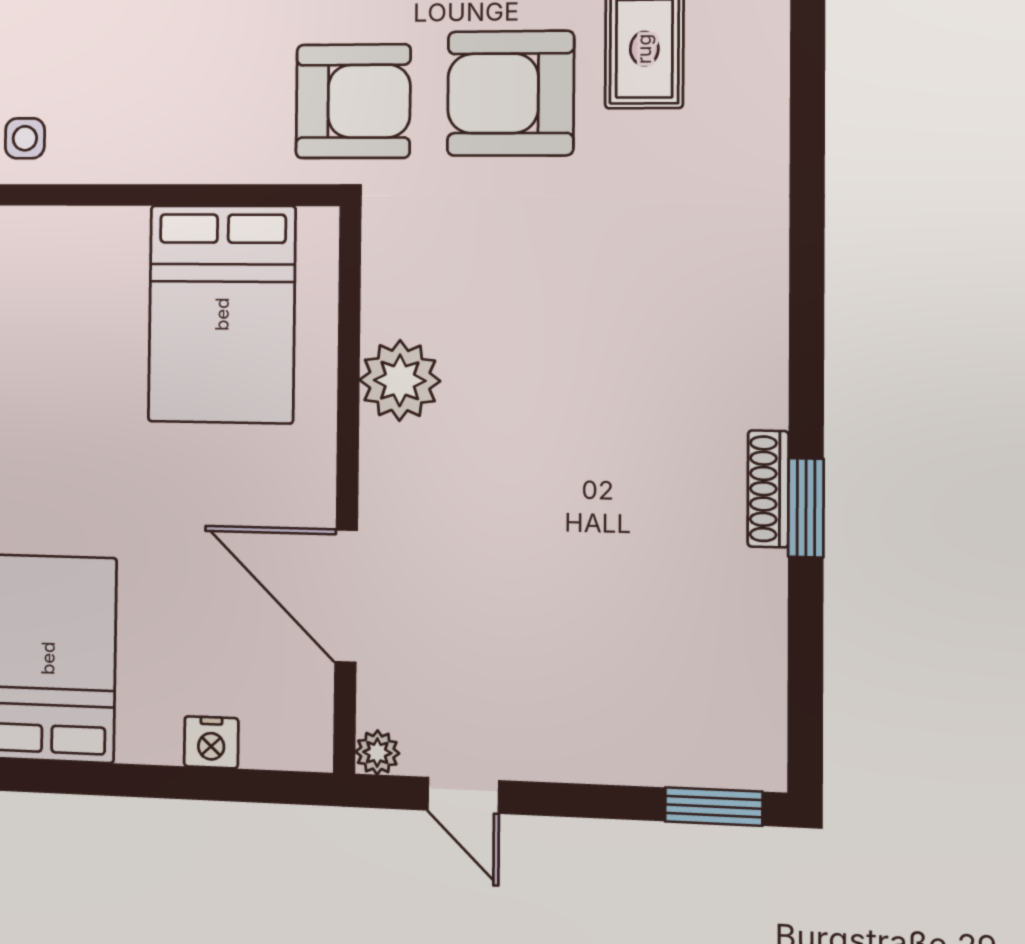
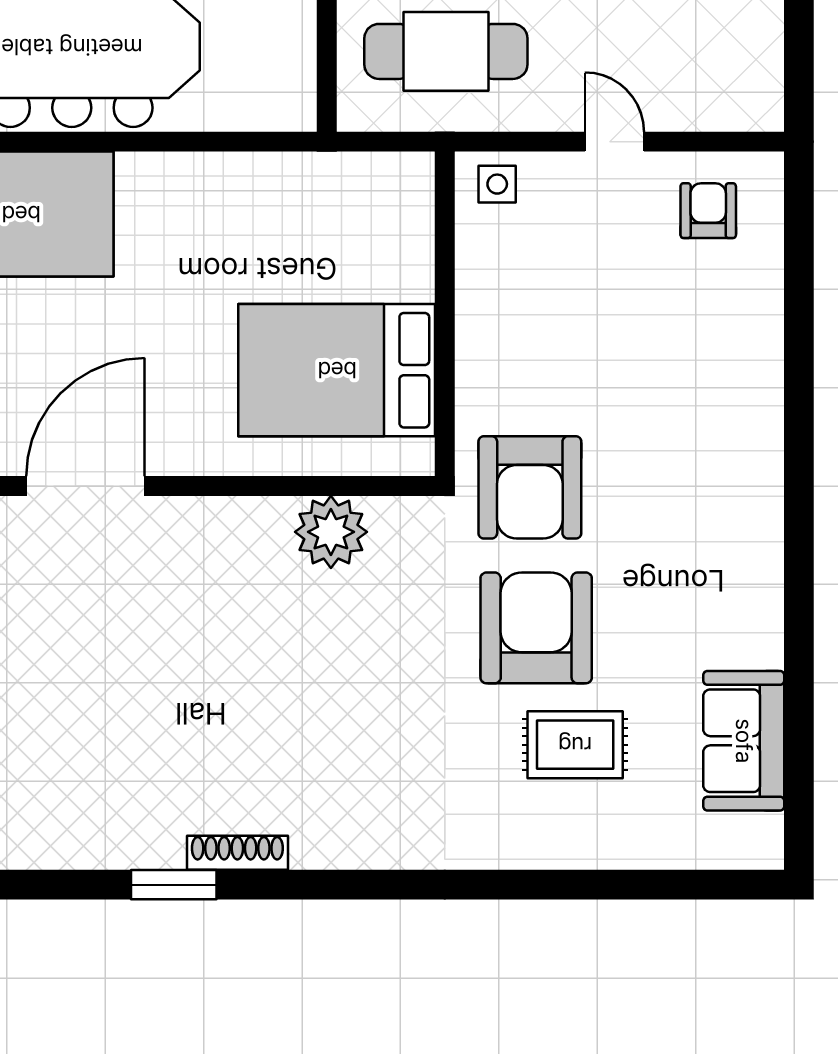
plant: (400, 380) -> (331, 532), moved
shoe rack: (768, 489) -> (237, 853), moved

